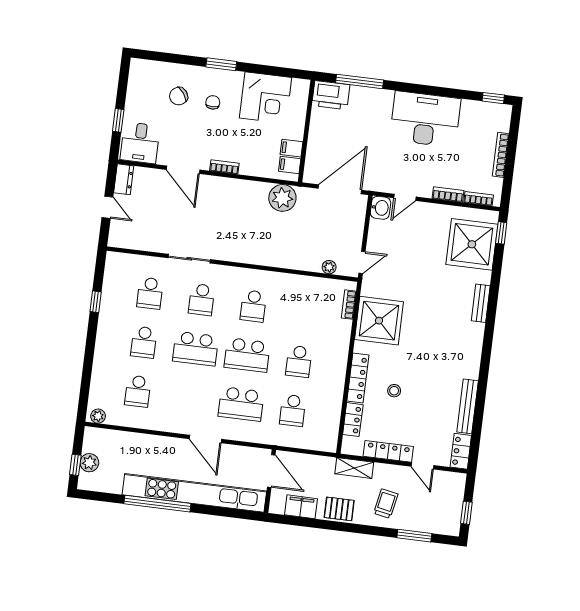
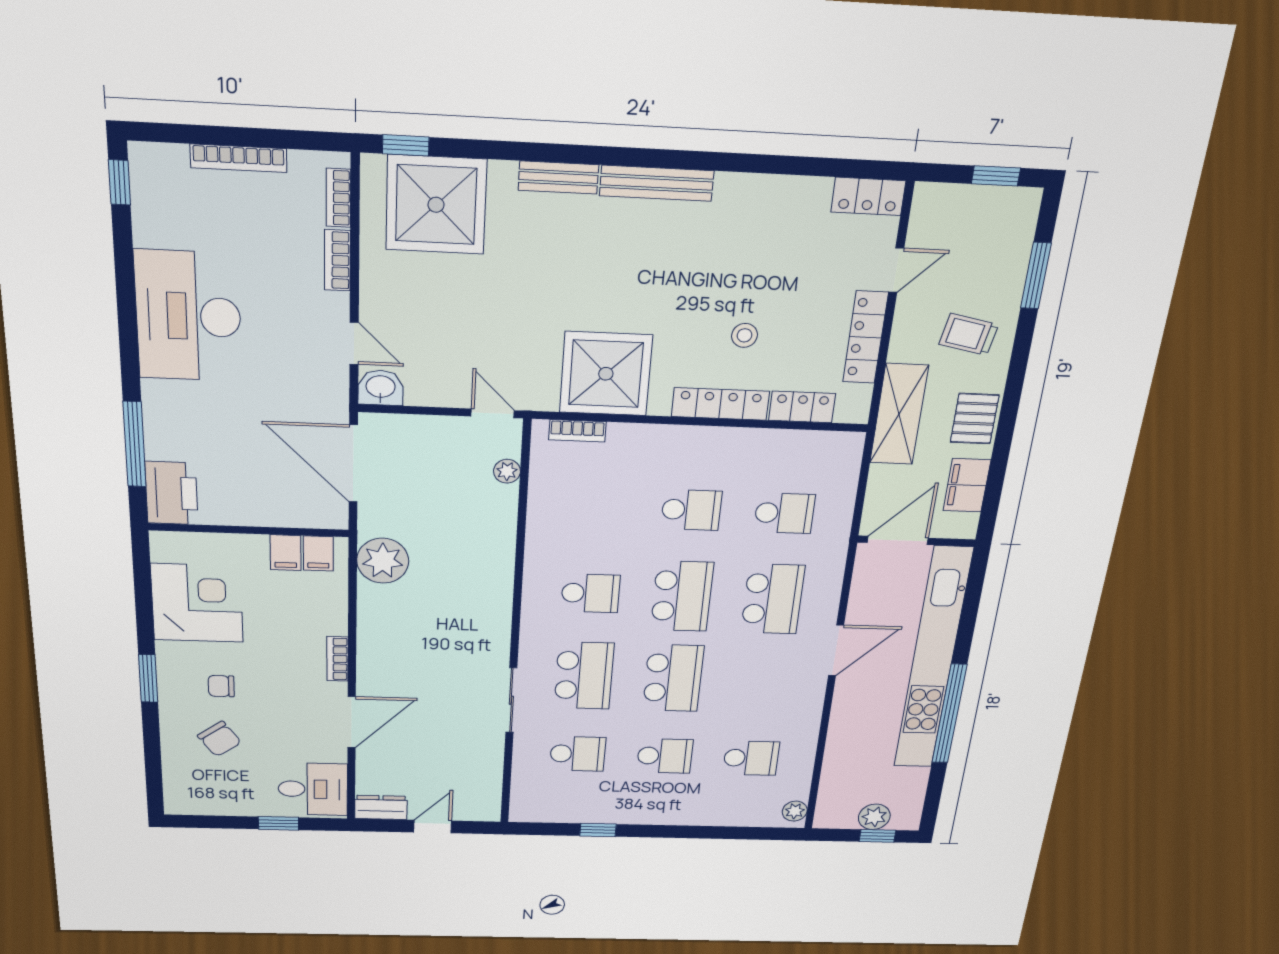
school desk: (202, 300) -> (584, 676), width x1.85
bench: (468, 406) -> (657, 183), moved
shelving: (354, 468) -> (899, 414), width x1.50, depth x1.33

